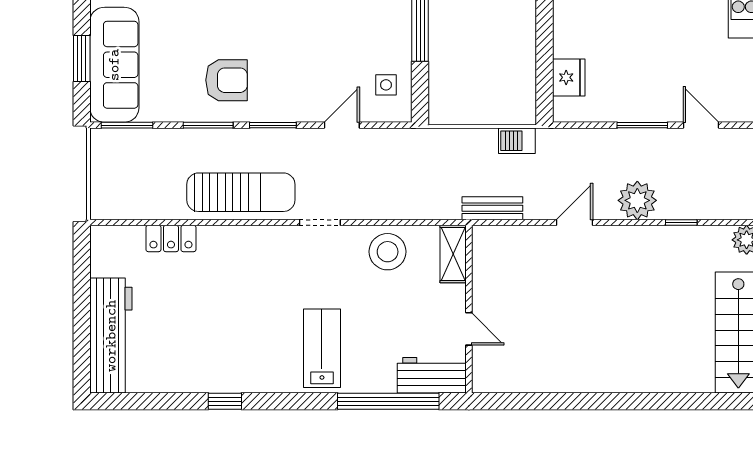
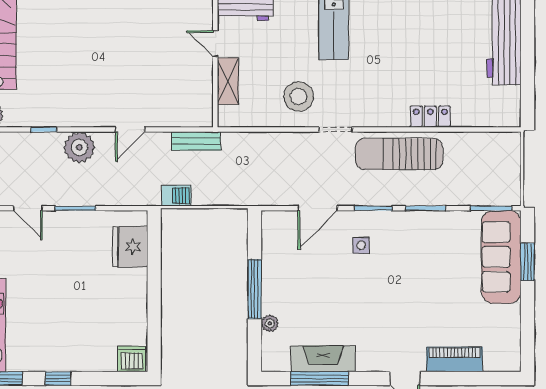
fridge: (569, 77) -> (130, 247), width x1.36, depth x1.34
armchair: (227, 80) -> (411, 244), removed
side table: (386, 85) -> (361, 245), moved
door: (342, 125) -> (318, 208), width x1.38
locker: (171, 238) -> (430, 117), moved
stool: (388, 252) -> (299, 96), moved
shelving: (453, 254) -> (228, 81), moved

